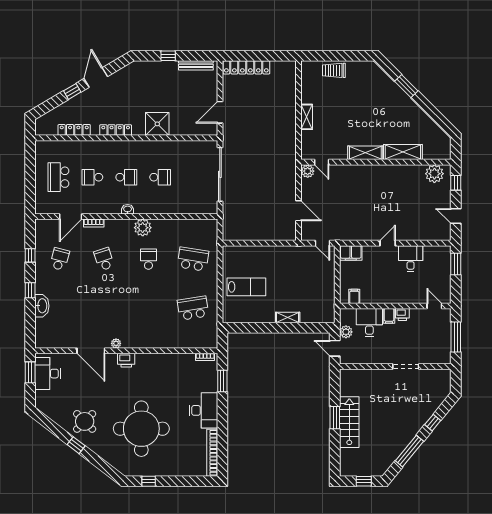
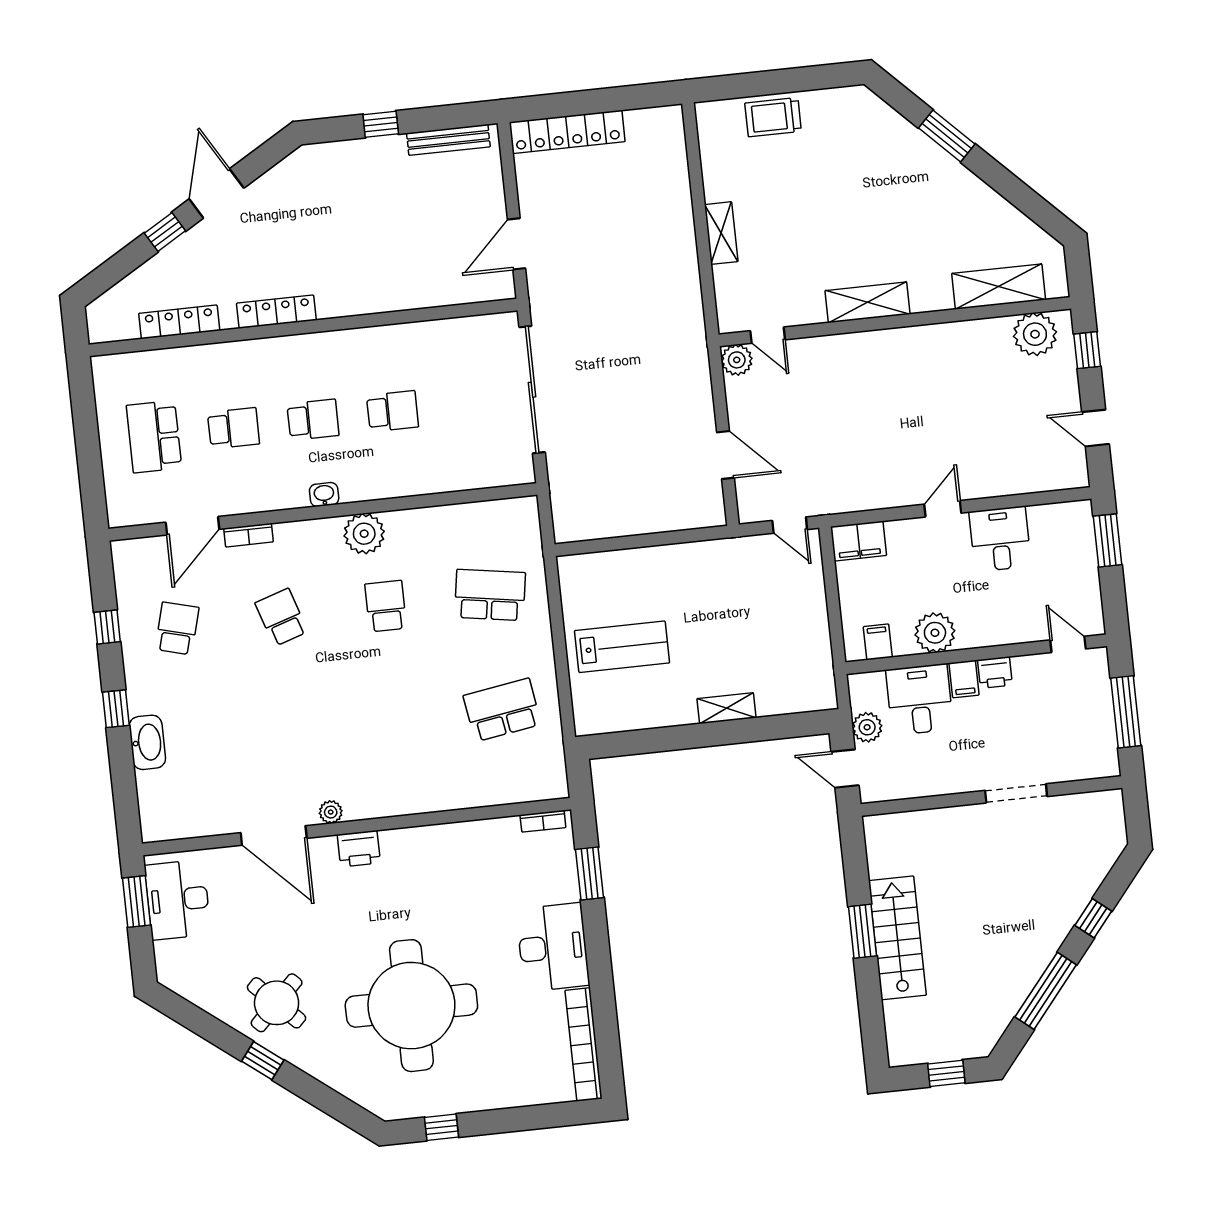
shower: (157, 124) -> (372, 287), removed
shelving: (403, 152) -> (999, 287), moved
school desk: (92, 177) -> (234, 428), turned 180
plant: (379, 295) -> (935, 633), added

